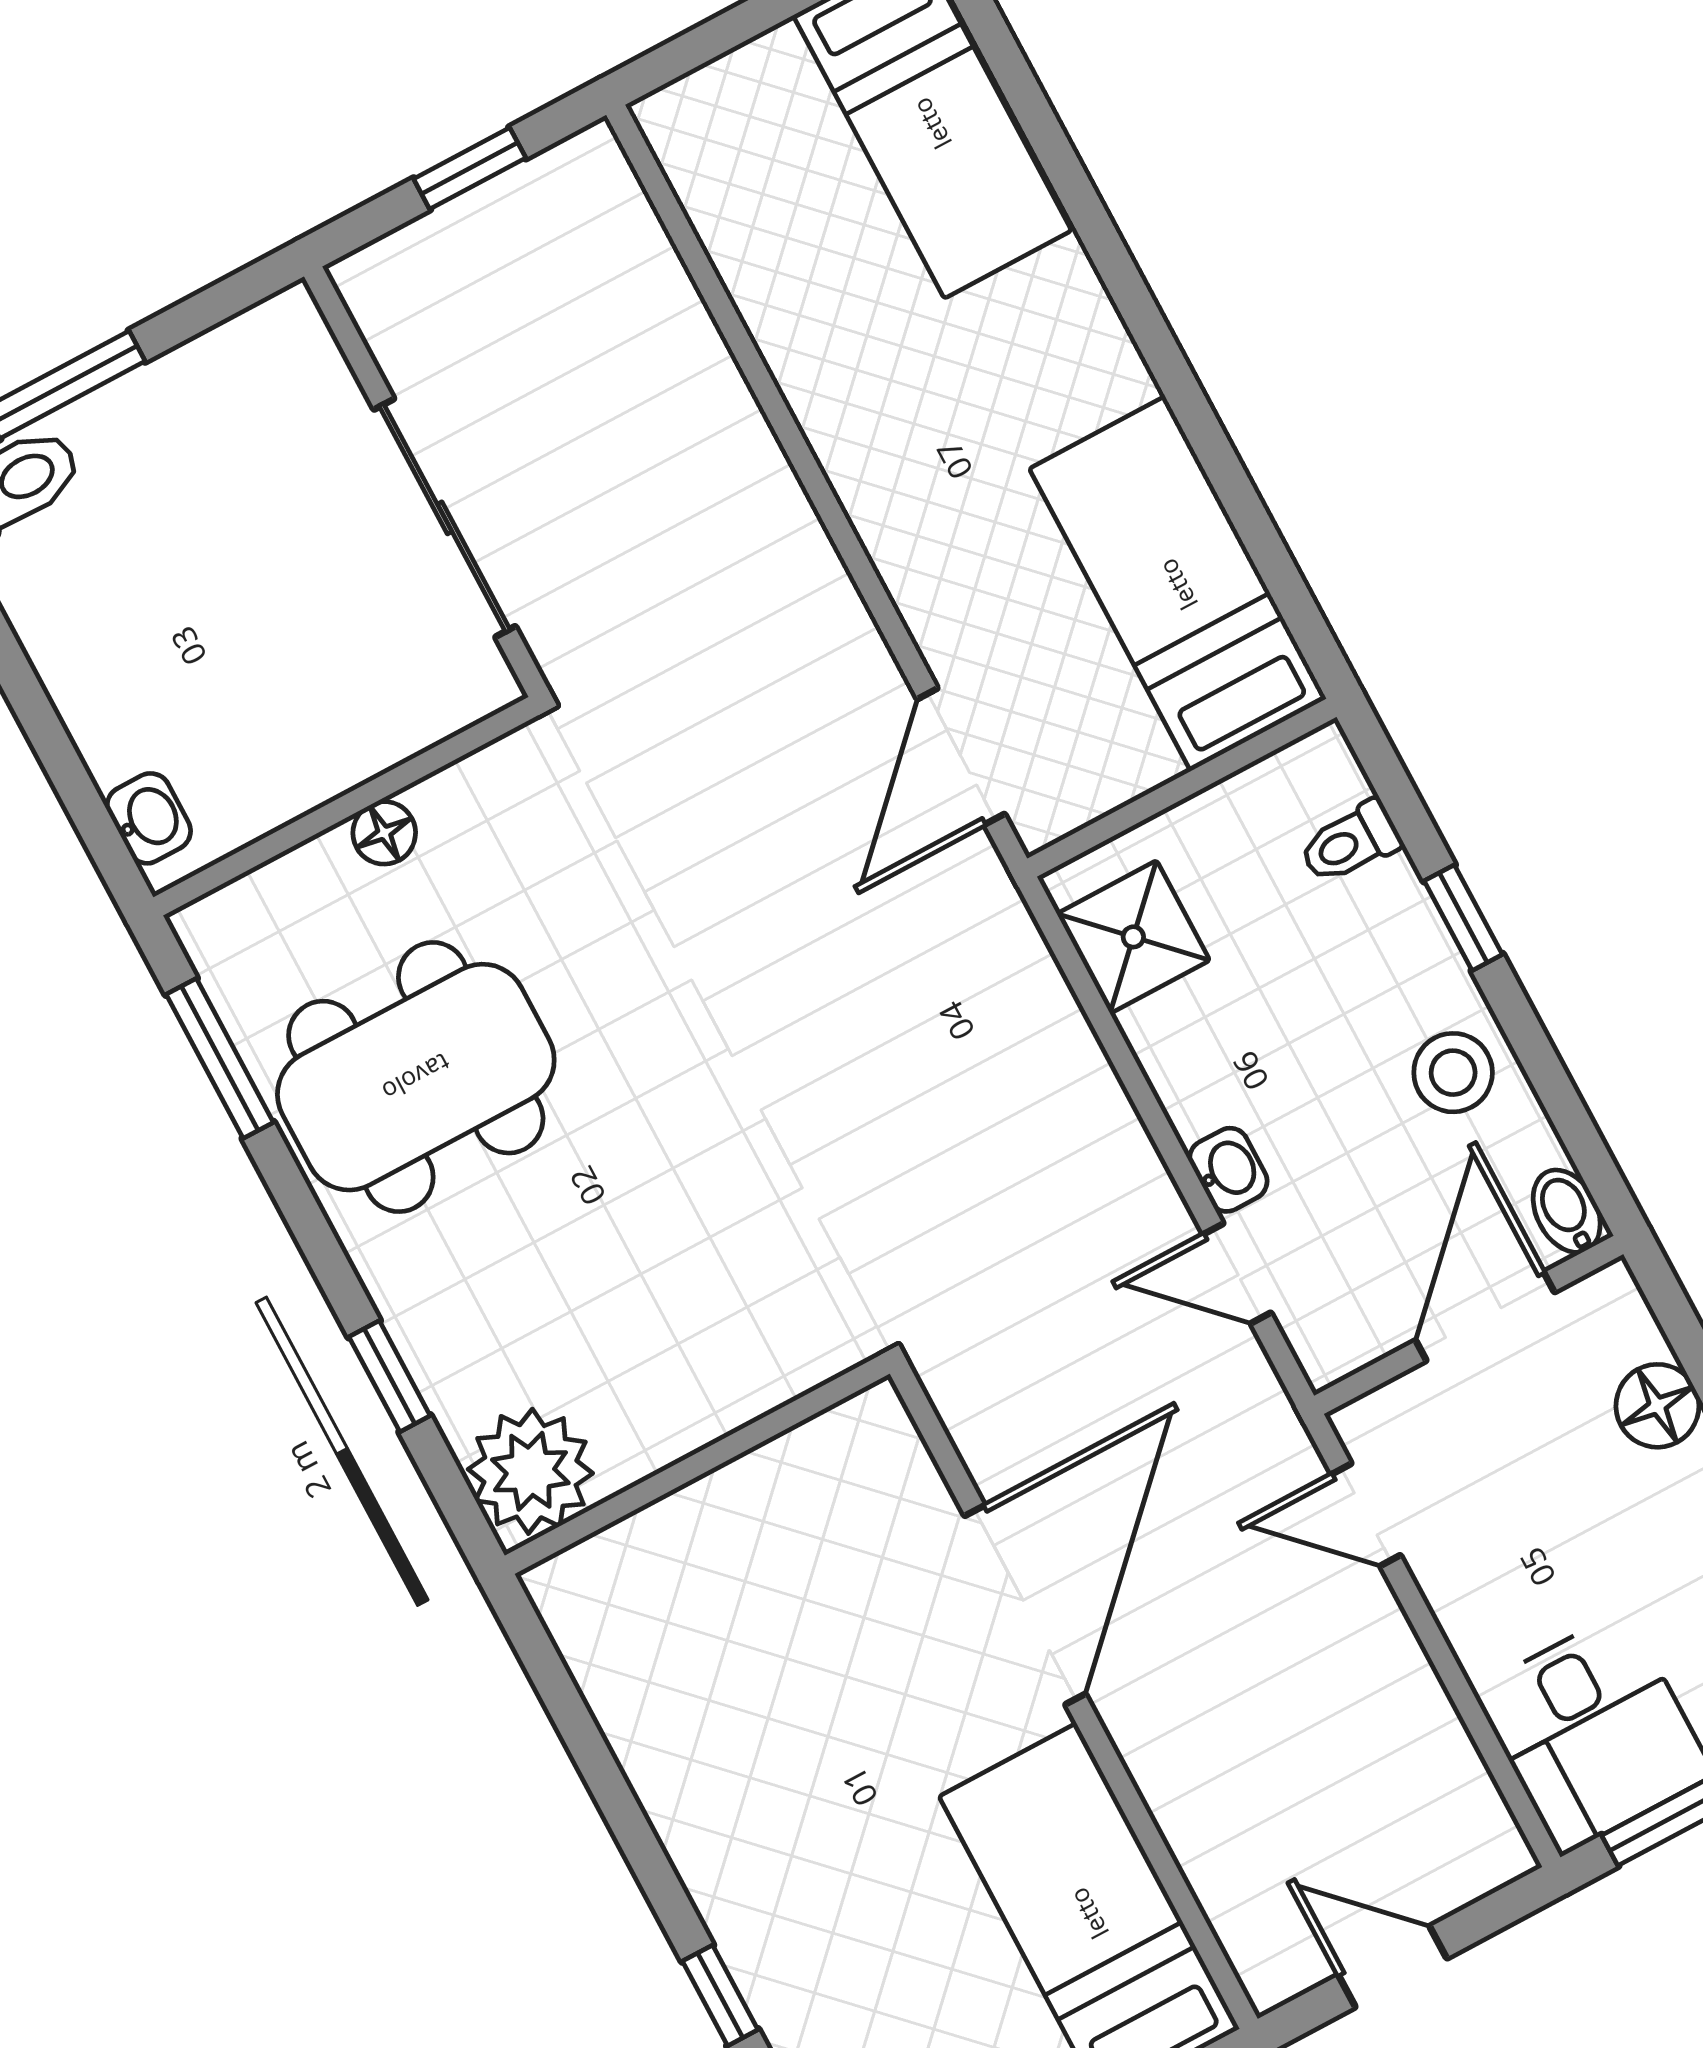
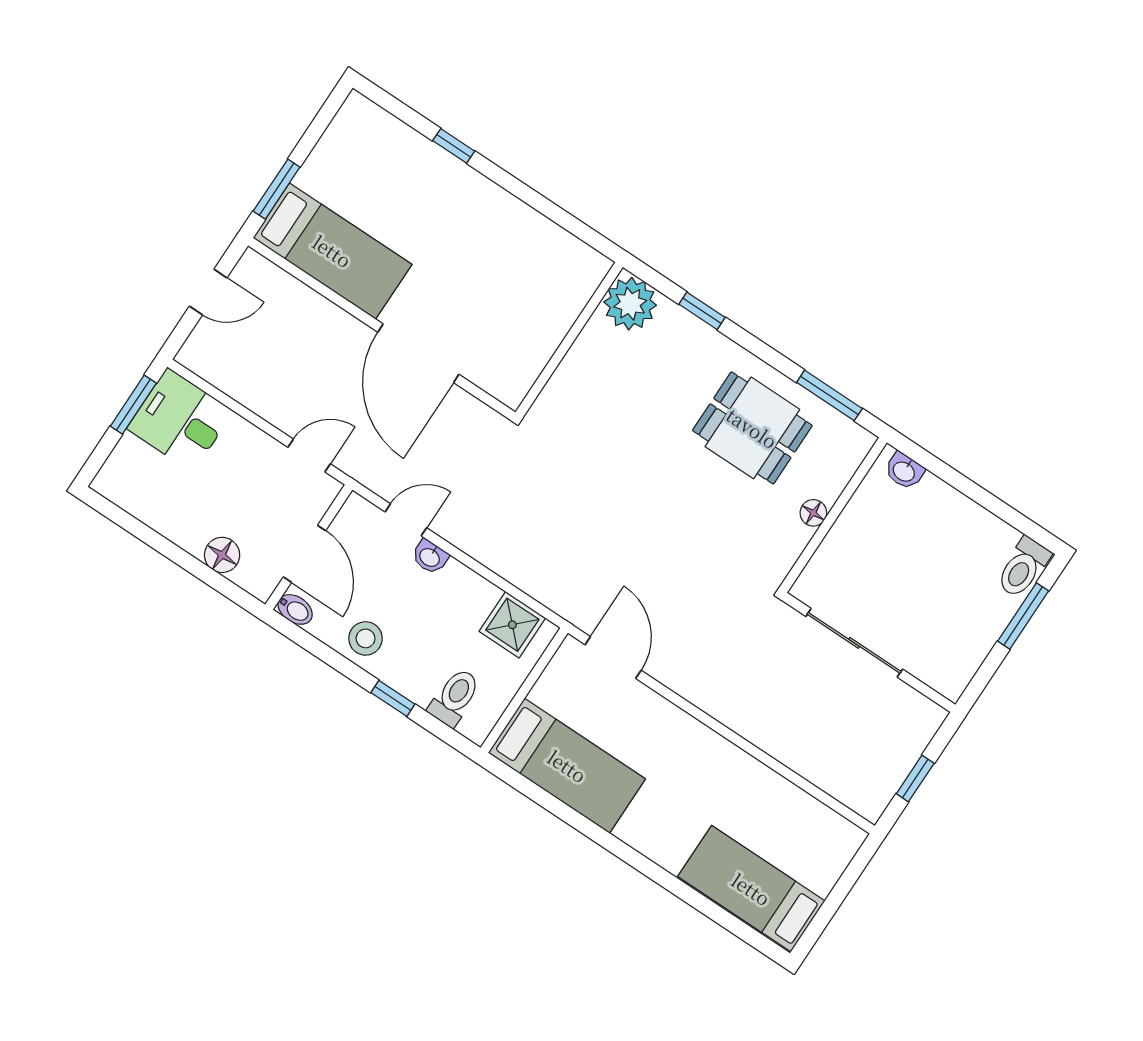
toilet: (1350, 842) -> (455, 697), width x1.37, depth x1.39
dining table: (416, 1077) -> (752, 428), width x0.73

